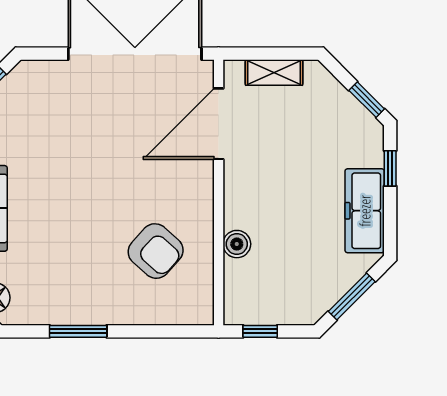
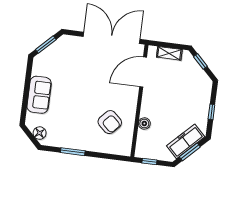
window: (367, 100) -> (200, 61), moved
window: (390, 168) -> (211, 112), moved
freezer: (365, 211) -> (186, 141), moved, turned 45

